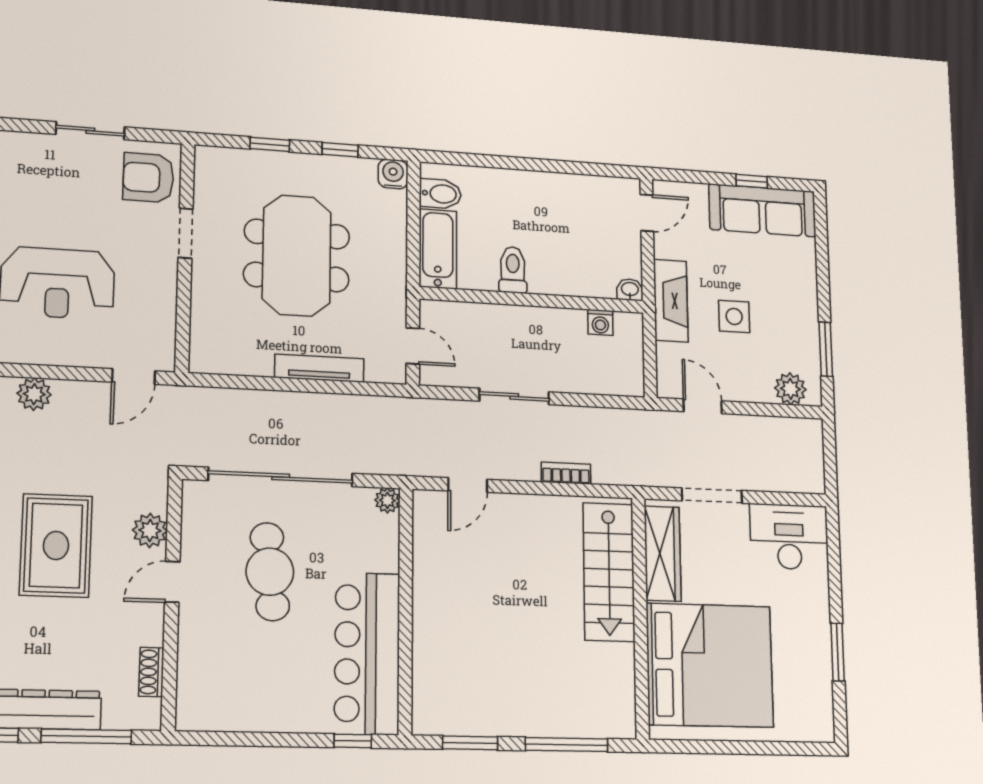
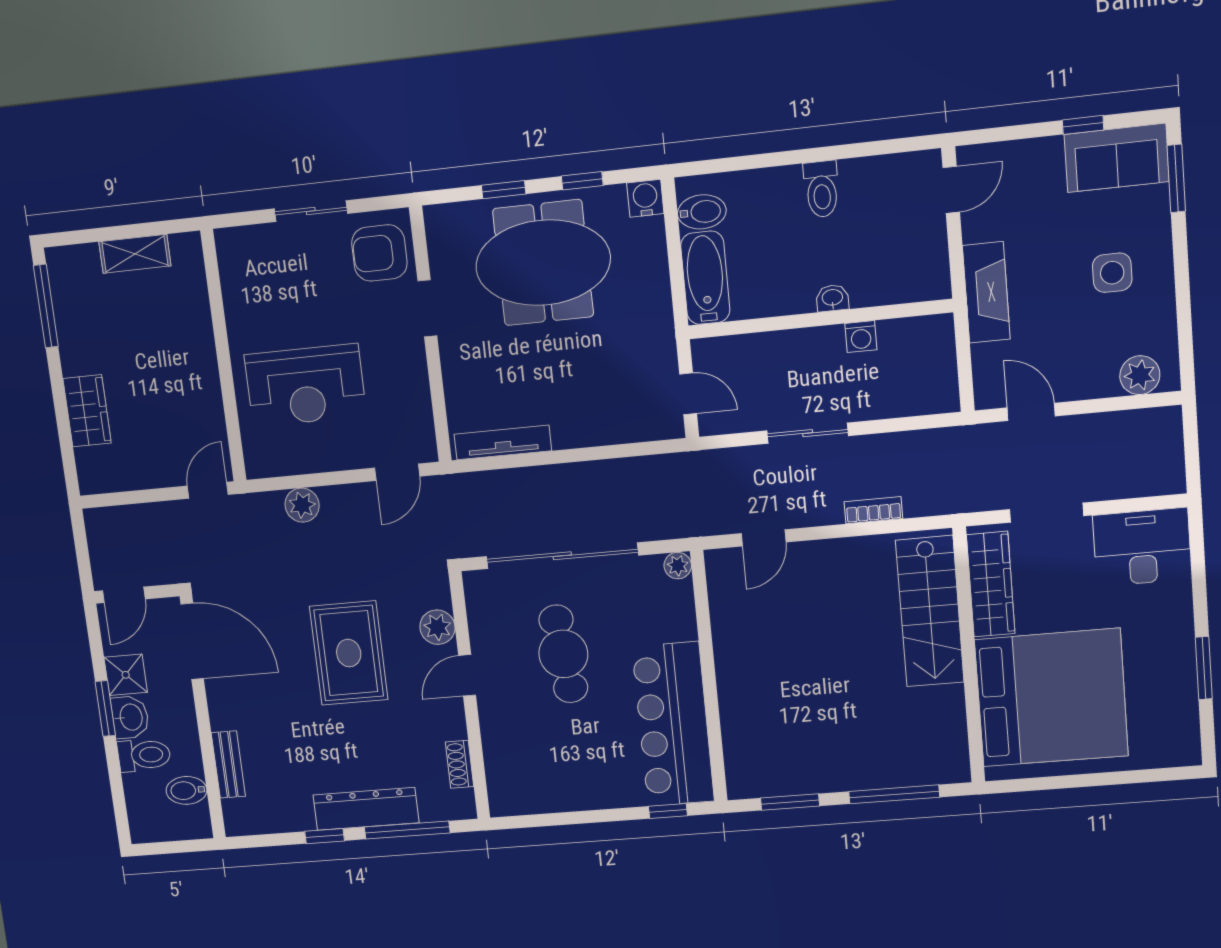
sofa: (762, 210) -> (1117, 158), width x0.73
meeting table: (297, 255) -> (543, 263), moved, turned 90
toilet: (513, 270) -> (822, 189), moved, turned 180
washbasin: (630, 290) -> (832, 298), moved
side table: (734, 316) -> (1112, 273), moved
washing machine: (600, 322) -> (861, 337), moved
window: (826, 349) -> (1176, 178), moved
tv unit: (319, 368) -> (503, 442), moved

